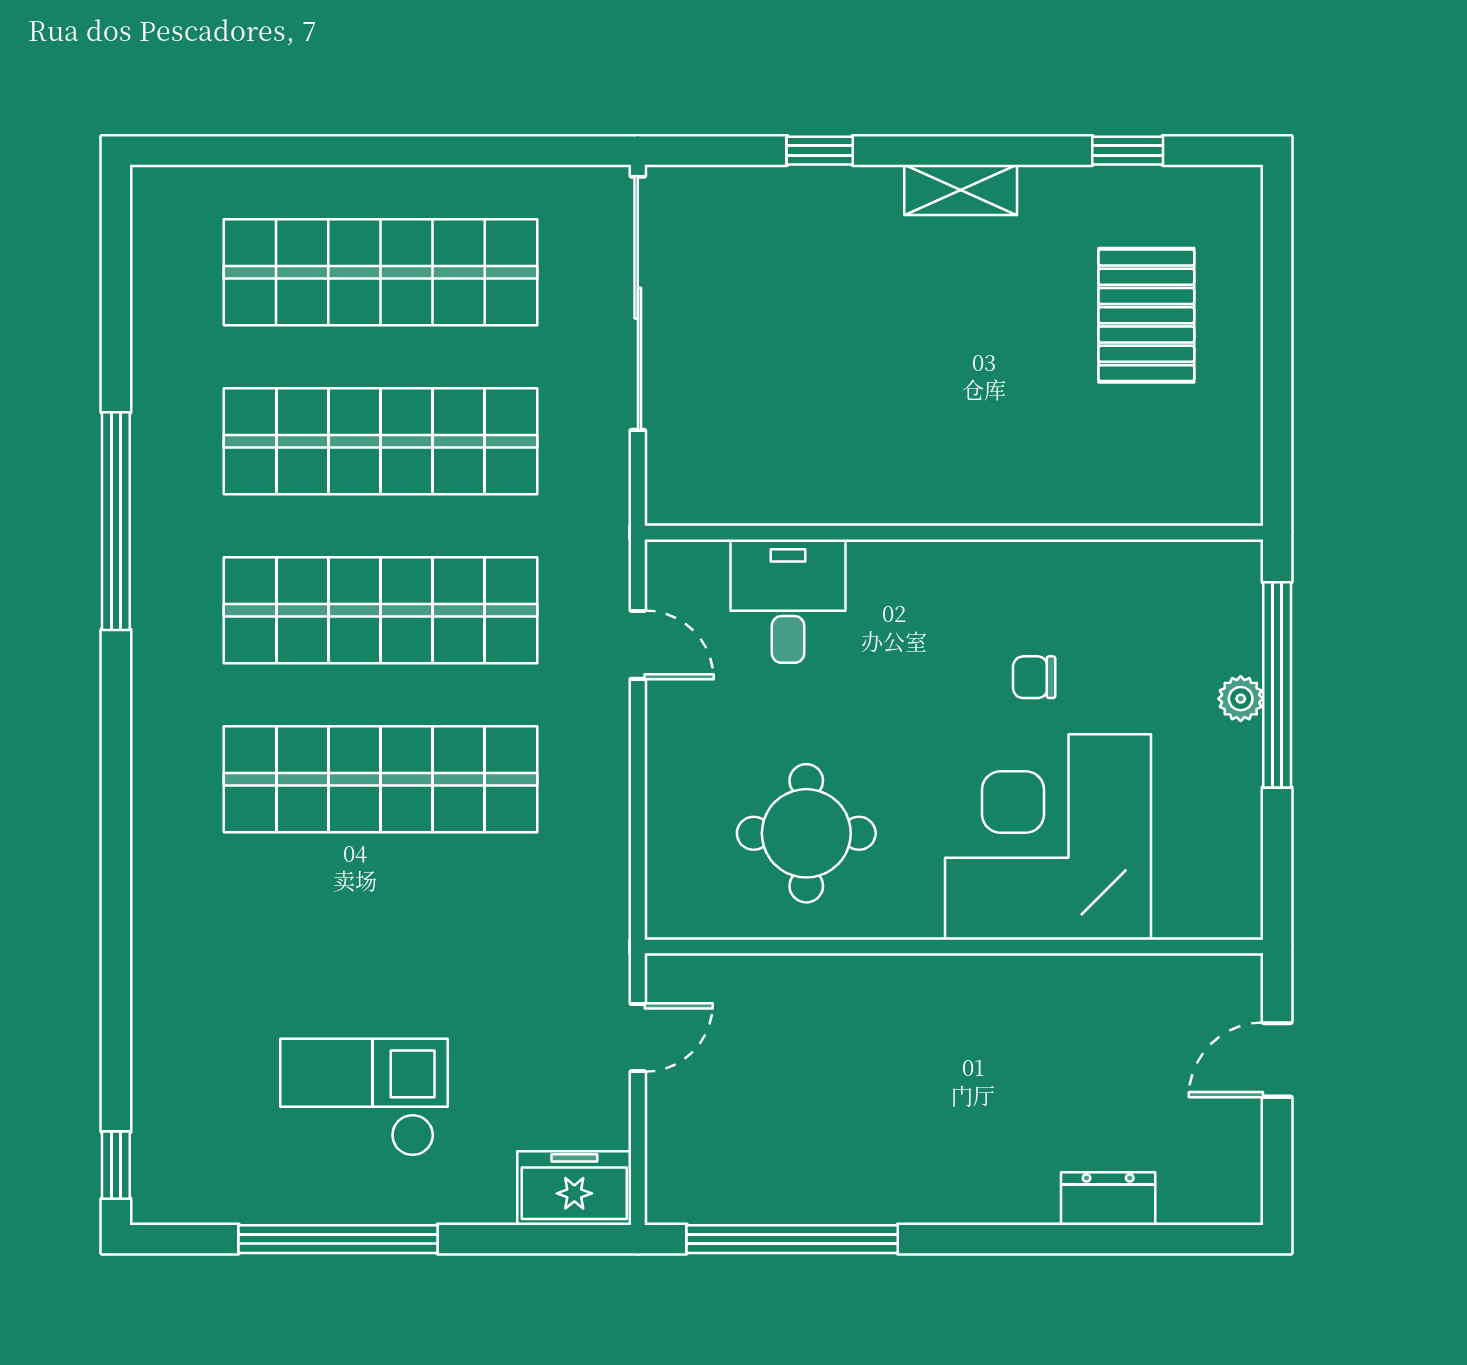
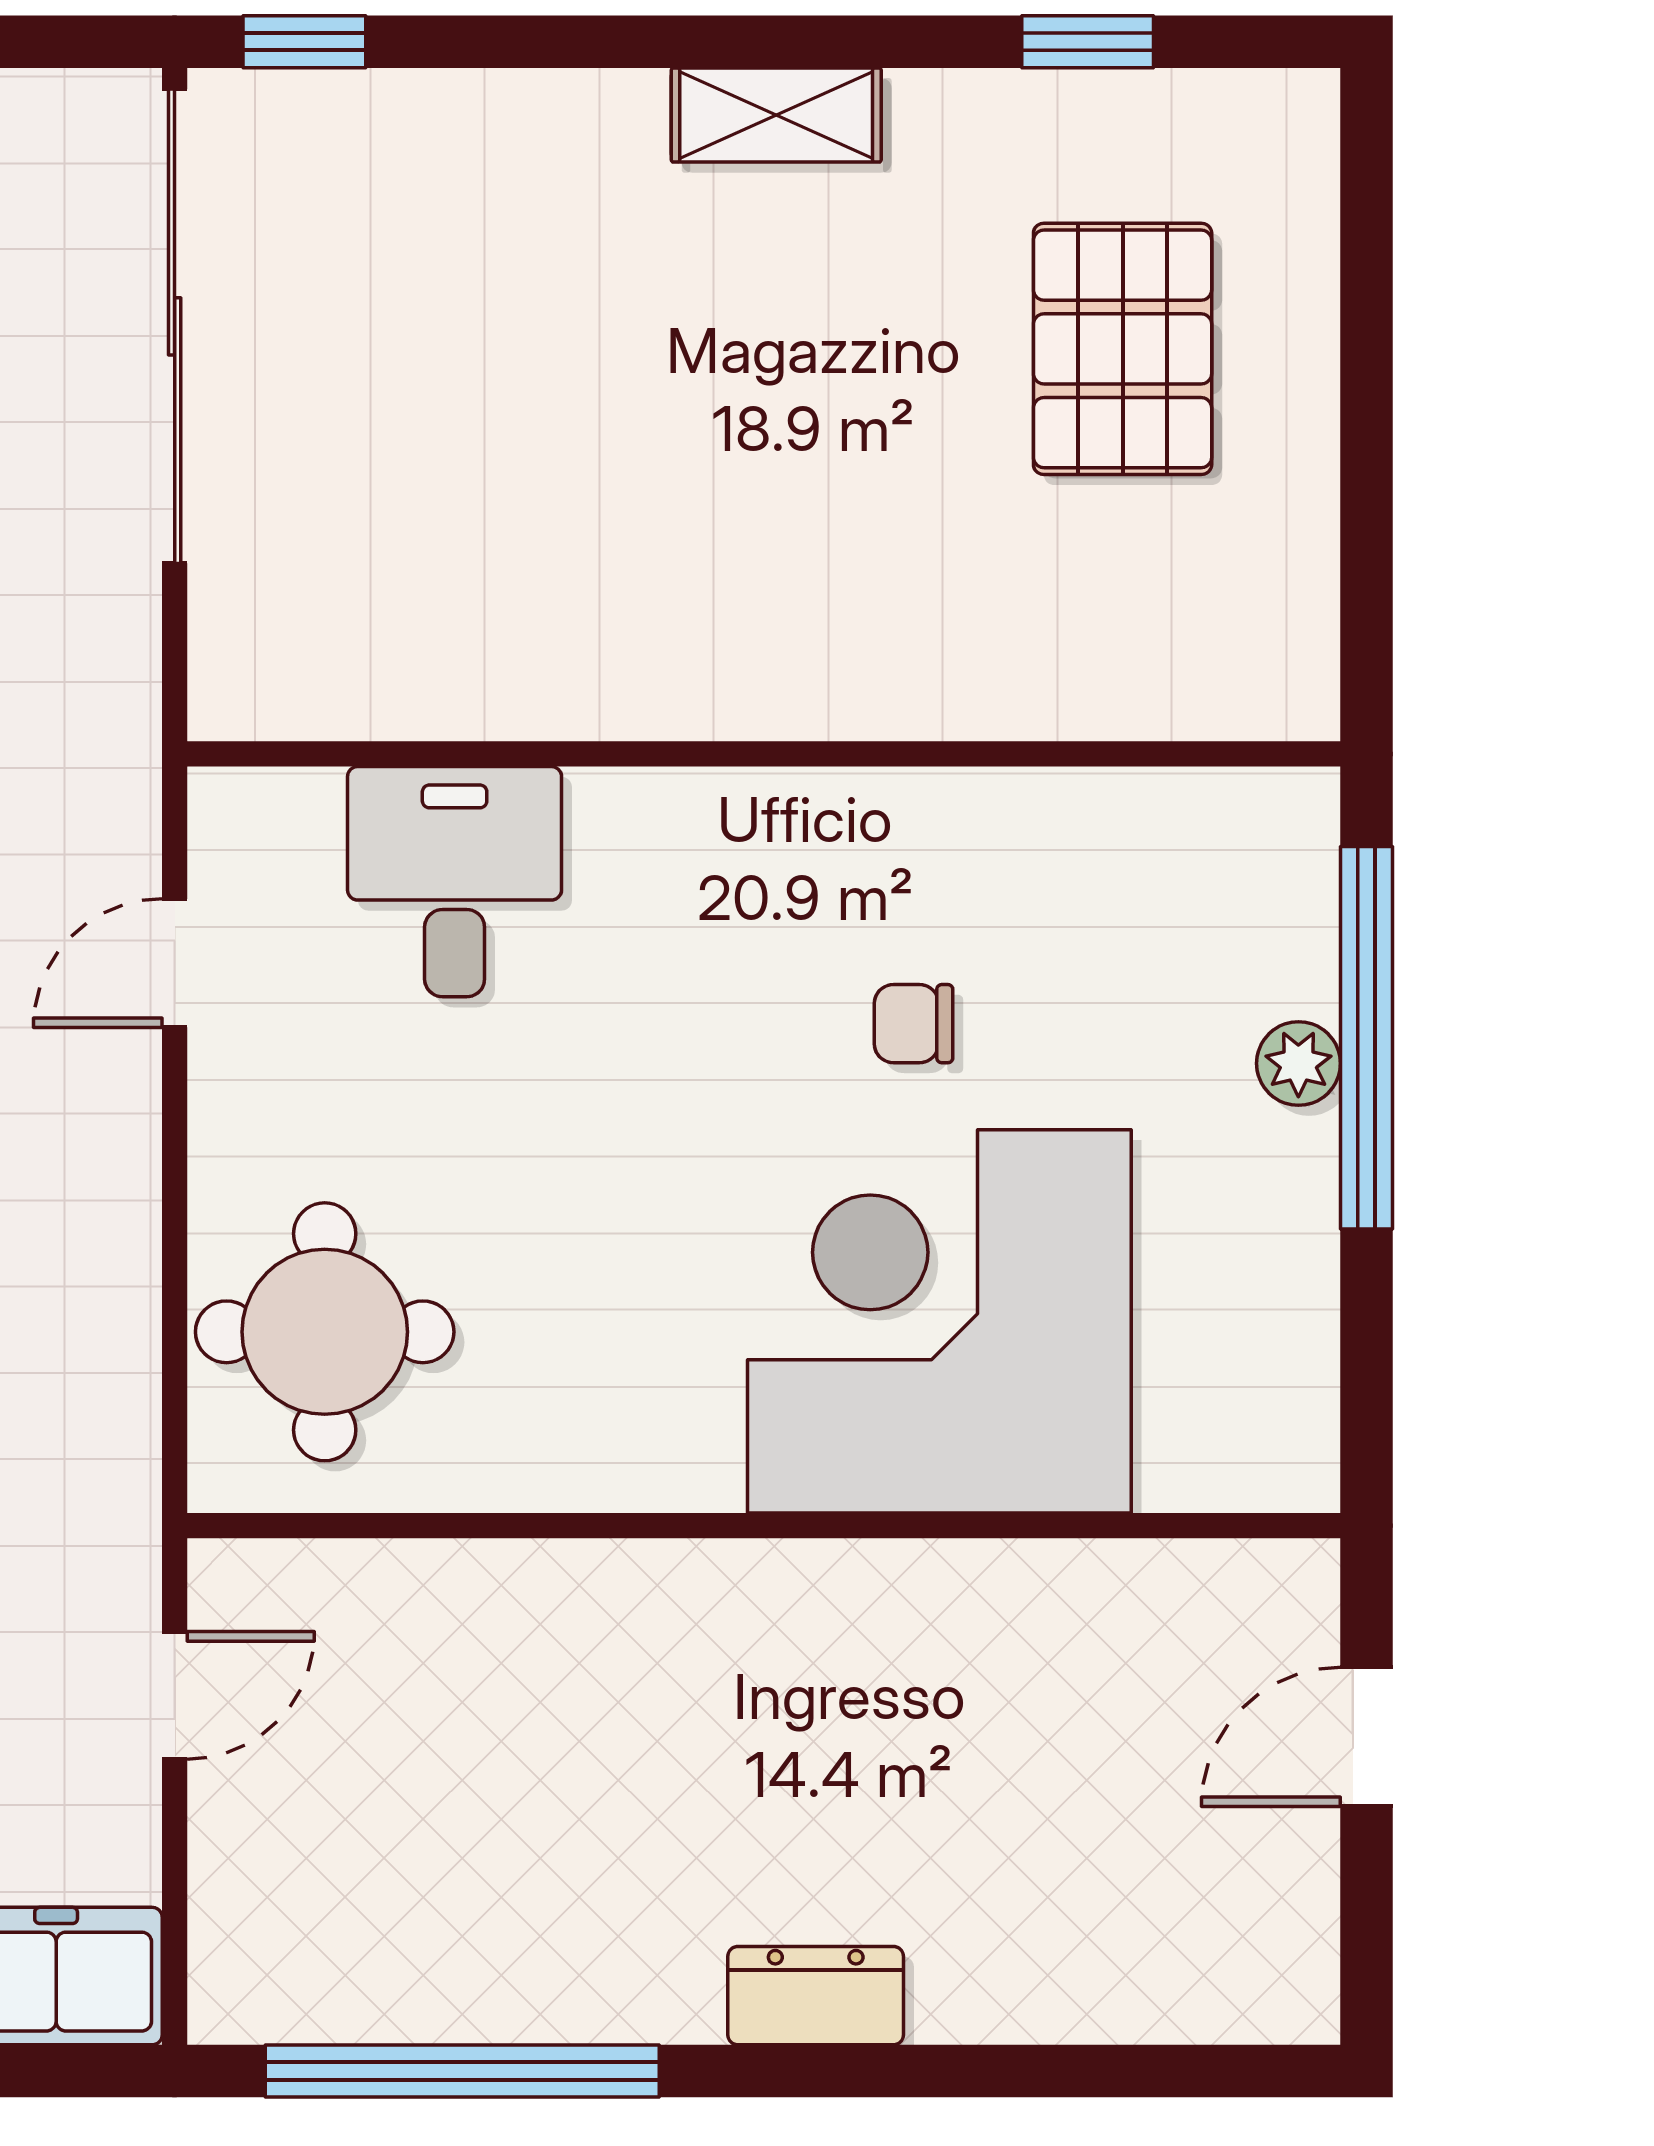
window: (820, 151) -> (304, 42), moved
door: (638, 645) -> (175, 963), swing flipped
round table: (806, 833) -> (325, 1332), moved
dresser: (1108, 1199) -> (816, 1996), moved

